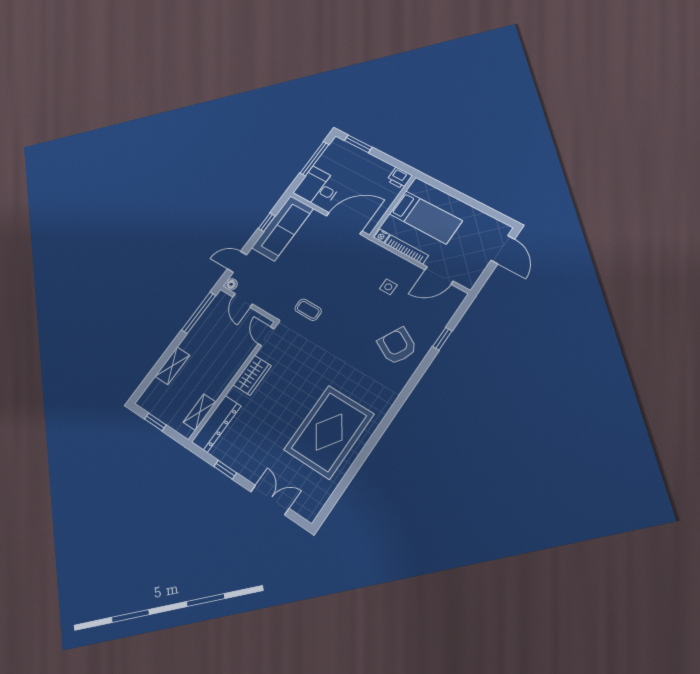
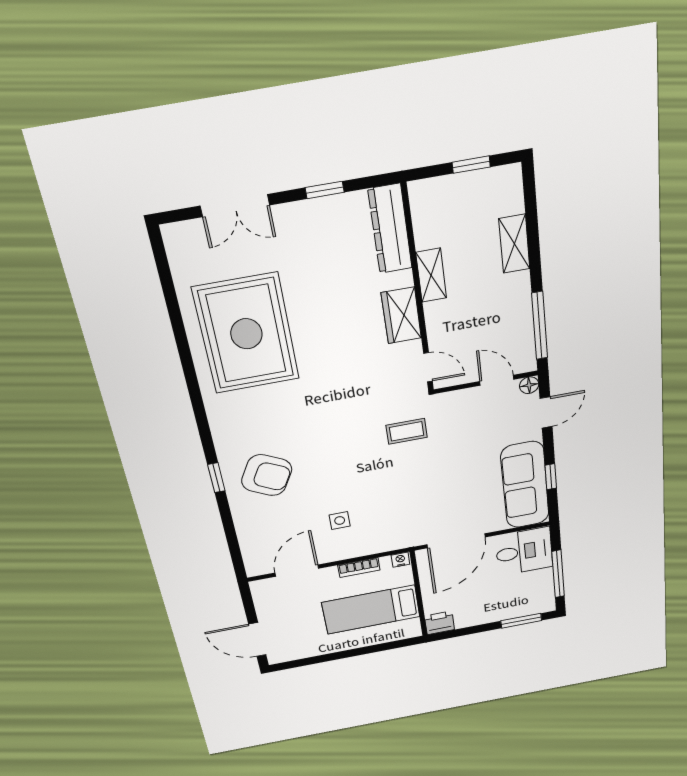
bookcase: (406, 249) -> (359, 568), width x0.64
window: (442, 339) -> (216, 478), moved
shelving: (200, 412) -> (431, 275), moved

